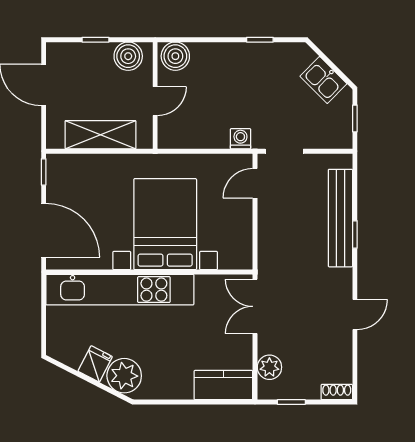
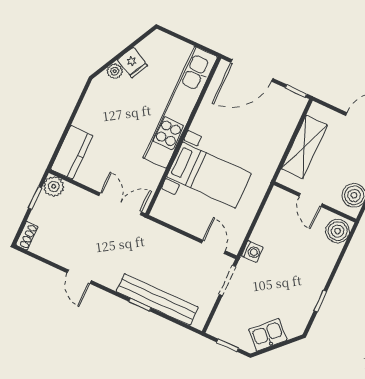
bed with nightstands: (165, 224) -> (209, 175), width x0.73
plant: (269, 367) -> (54, 186), moved
plant: (124, 376) -> (115, 71), width x0.53, depth x0.53

